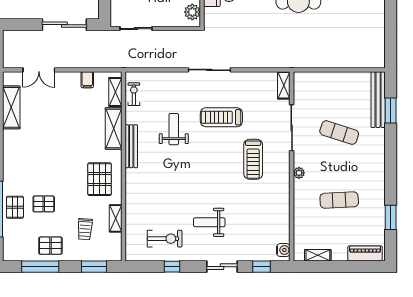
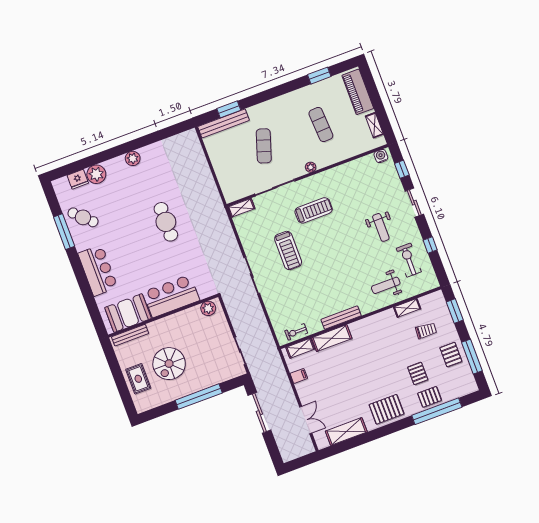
weight bench: (174, 129) -> (386, 285), moved
pallet: (100, 179) -> (387, 409), moved
piano: (365, 253) -> (358, 92), width x1.37, depth x1.33

